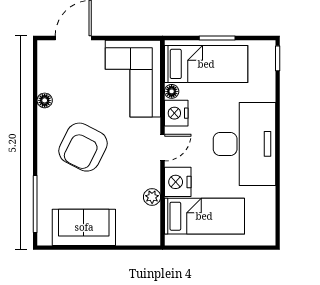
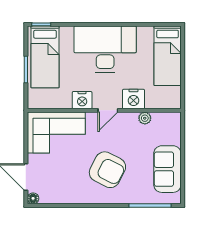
bed: (206, 64) -> (45, 57), moved, turned 180
floor lamp: (172, 91) -> (66, 103), removed
floor lamp: (45, 100) -> (33, 198), moved
door: (162, 148) -> (108, 110), swing flipped
bed: (204, 216) -> (168, 56), moved, turned 180

